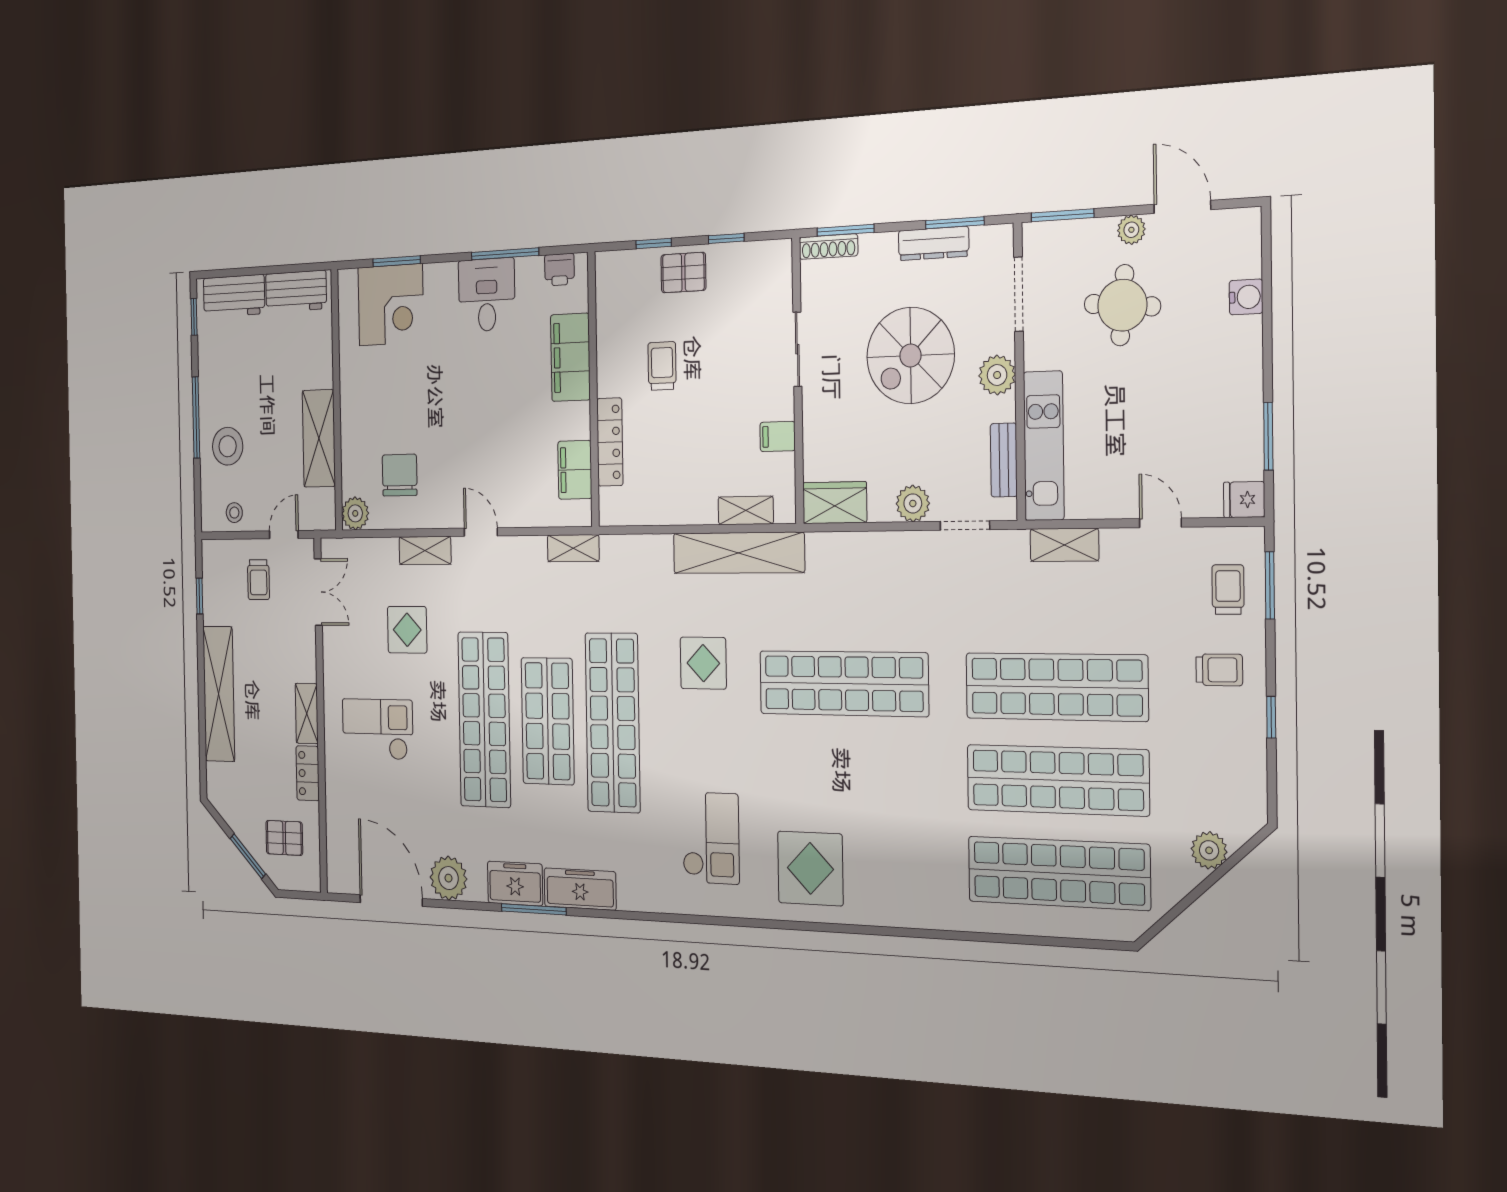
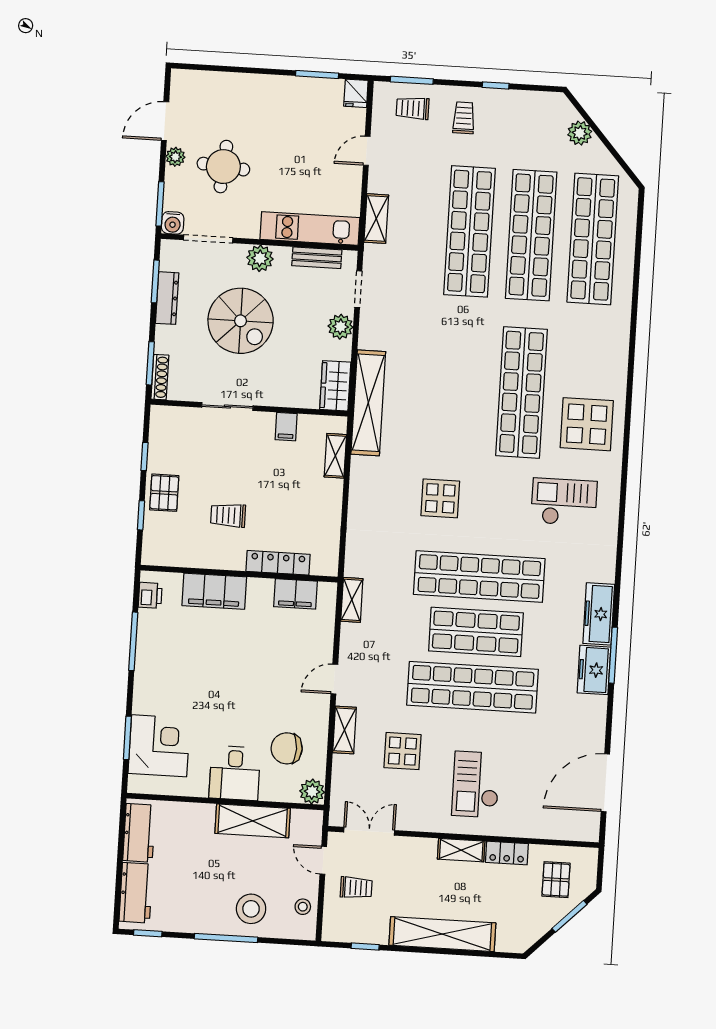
desk: (487, 295) -> (235, 773), moved, turned -90
water cooler: (1246, 297) -> (173, 223), moved, turned 180
shelving: (738, 553) -> (368, 403), moved
shop shelf: (843, 683) -> (522, 392), moved
plant: (448, 878) -> (589, 729), removed

